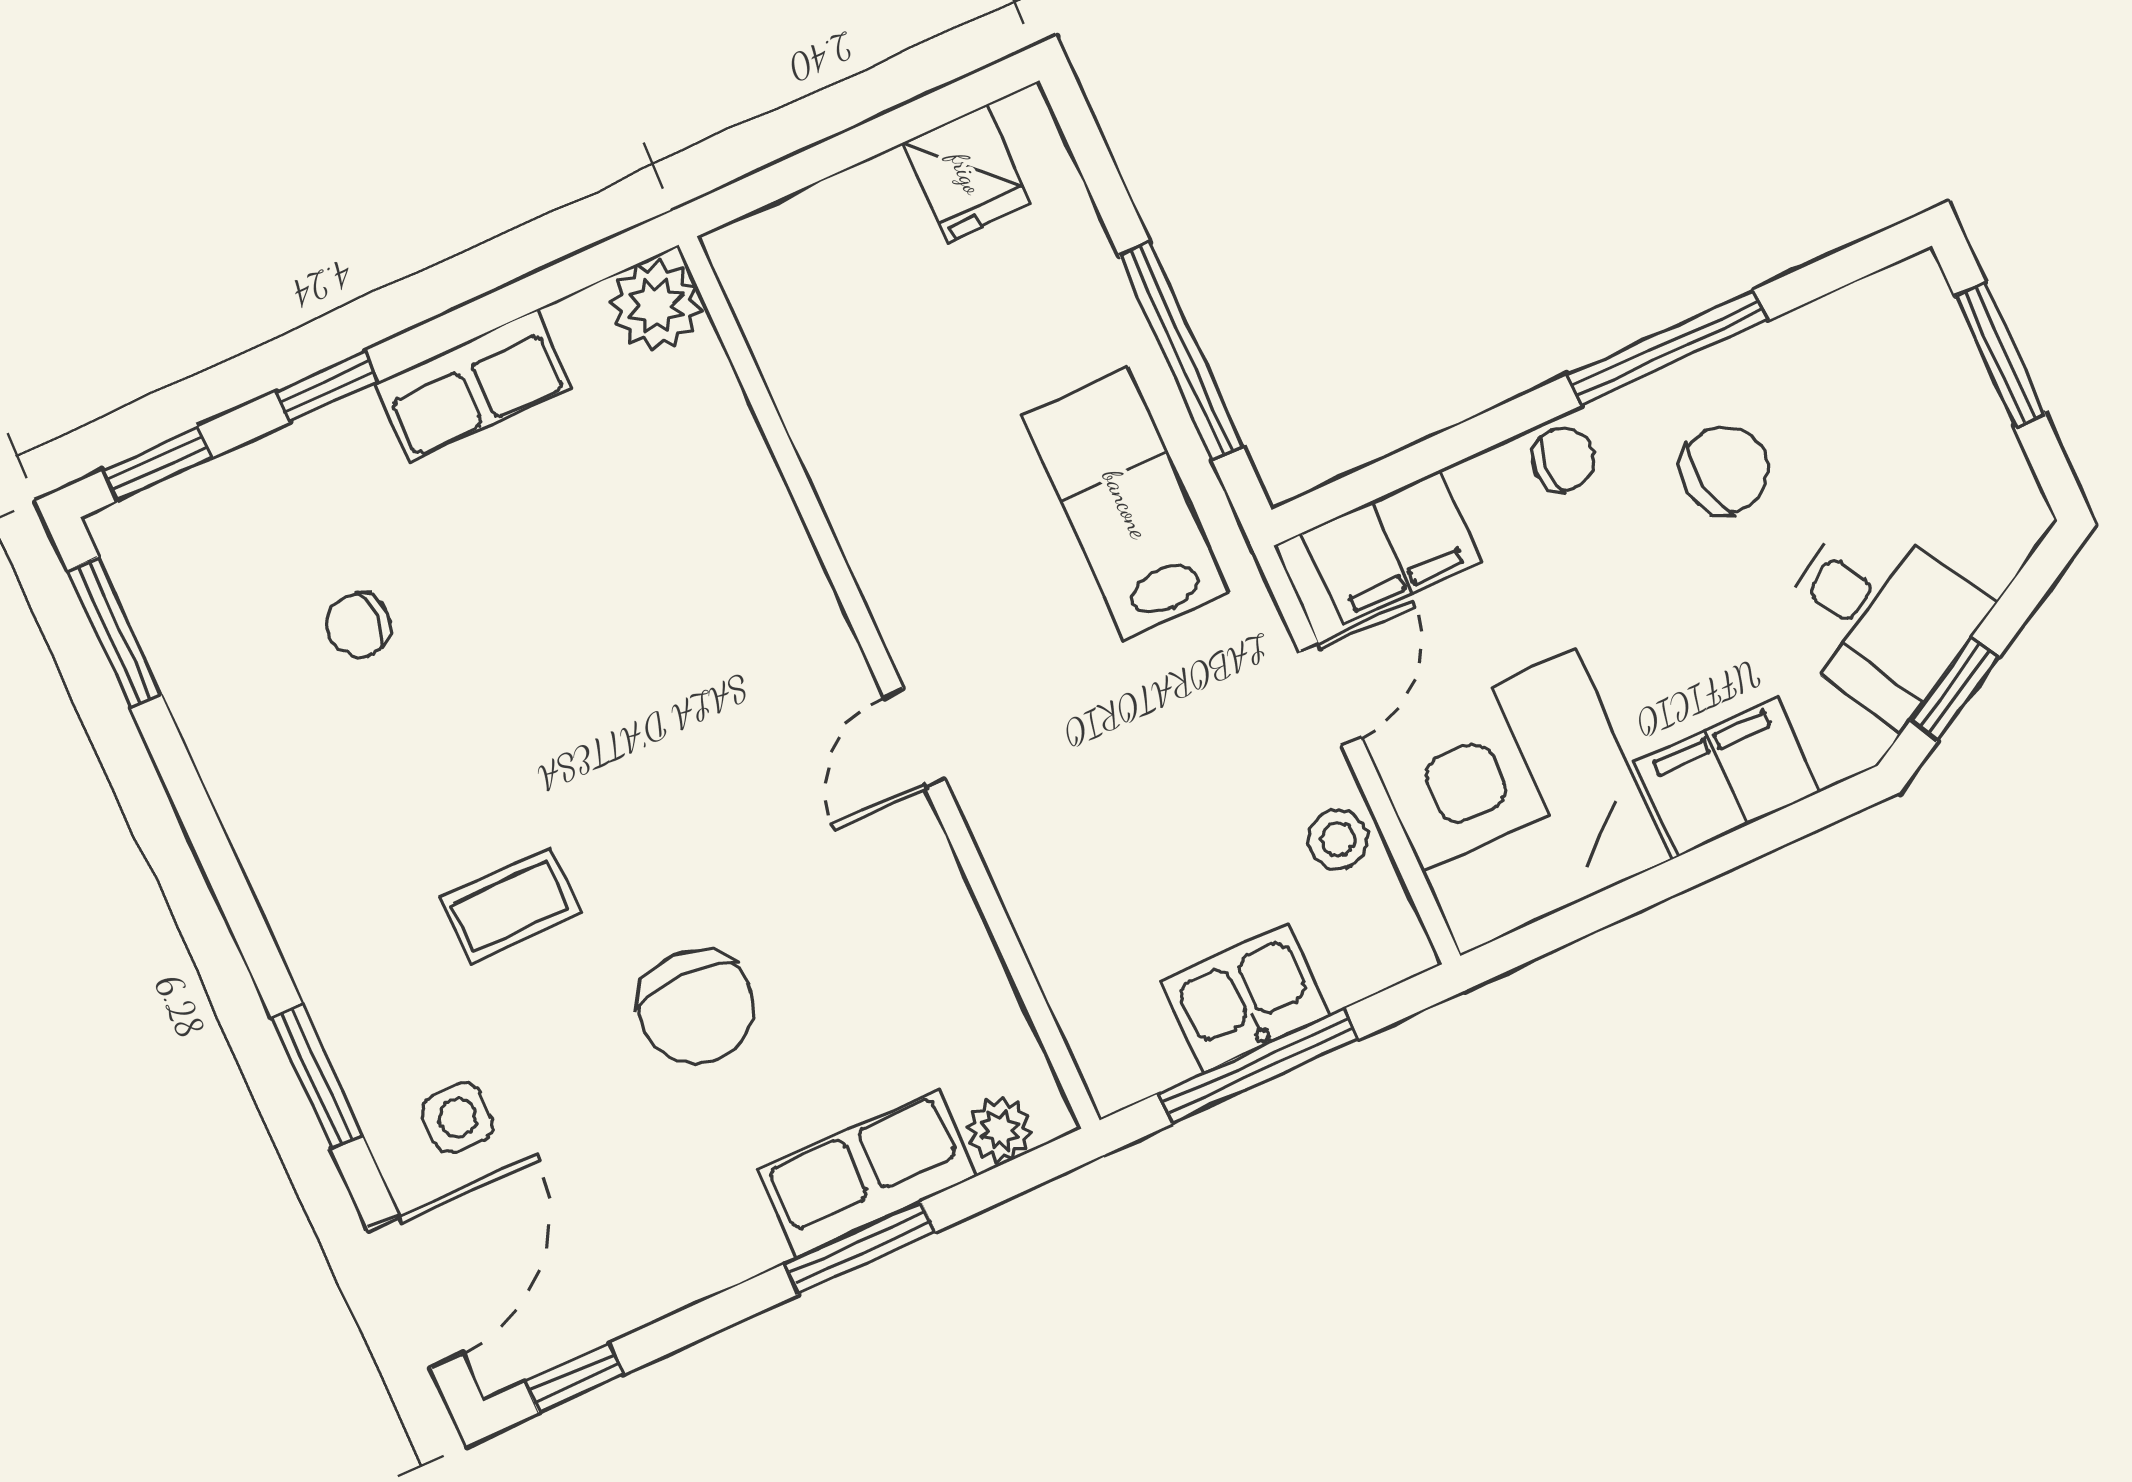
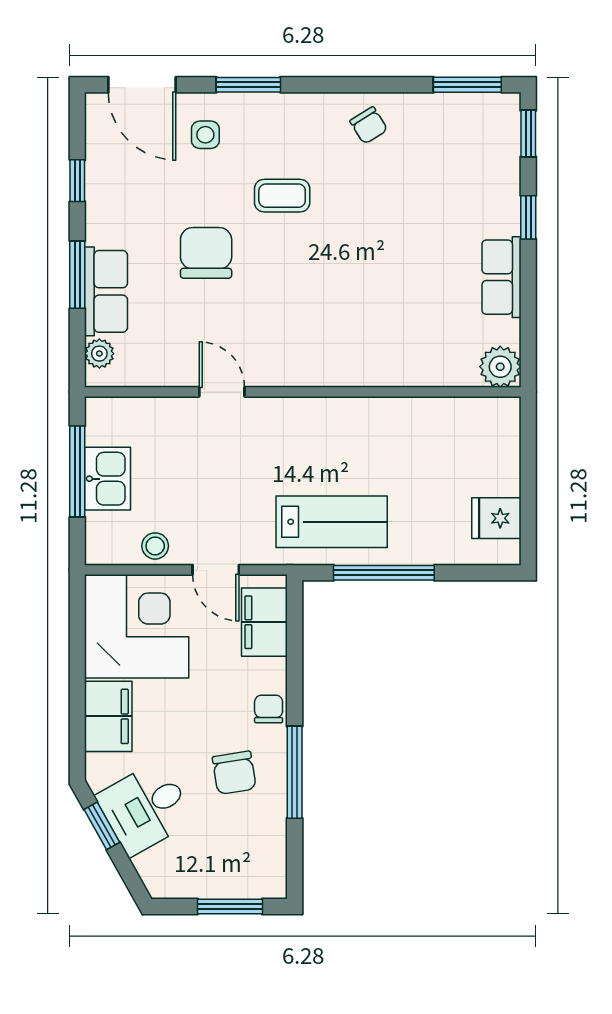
chair: (1564, 459) -> (269, 709), turned 180
chair: (358, 625) -> (369, 125), moved, turned 148
door: (915, 739) -> (222, 392), moved
coffee table: (510, 906) -> (282, 196), turned 90
chair: (697, 1007) -> (206, 253), turned 90
window: (574, 1378) -> (77, 181), moved

